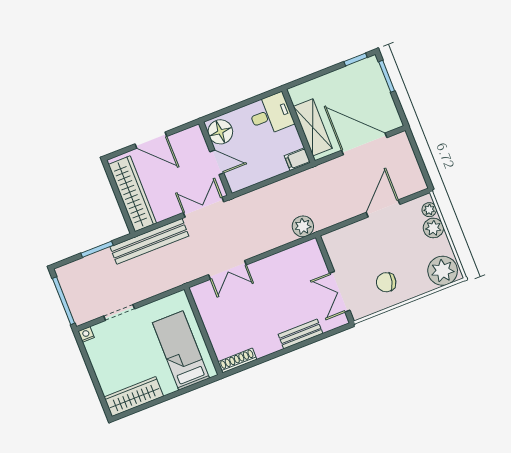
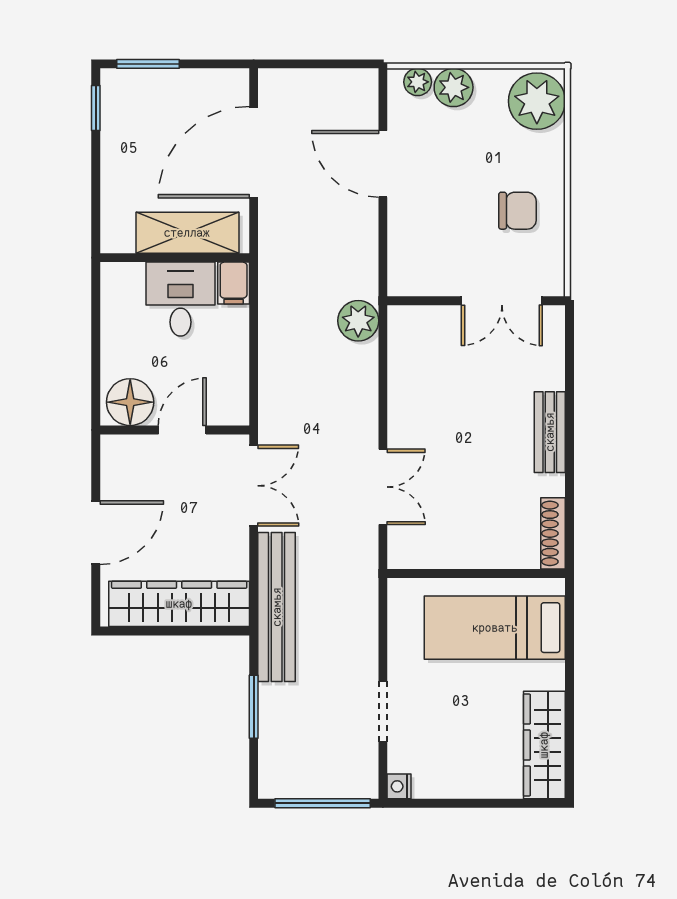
desk: (271, 114) -> (180, 299), moved
double door: (204, 207) -> (254, 486), swing flipped
chair: (386, 282) -> (518, 211), turned -104
bench: (300, 334) -> (550, 432), moved

